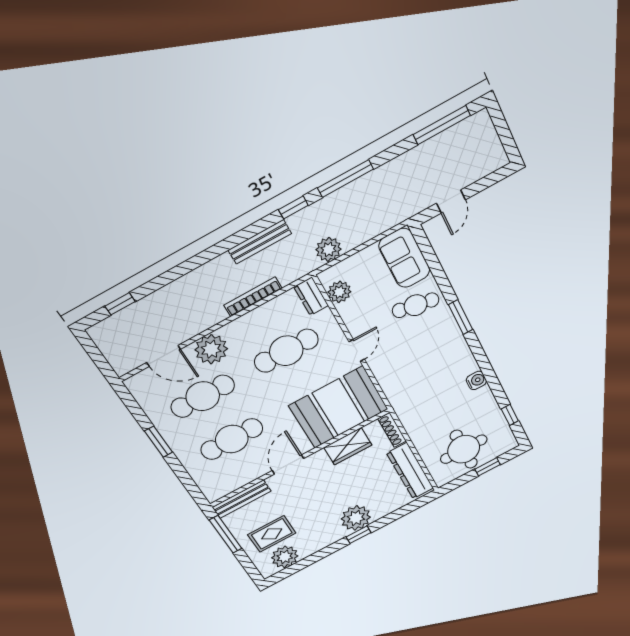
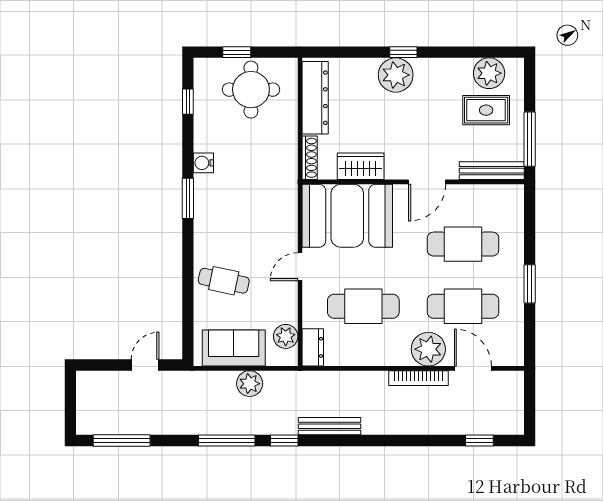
plant: (329, 249) -> (250, 384), moved
sofa: (404, 258) -> (234, 348), moved, turned -90
bookcase: (253, 297) -> (419, 378), moved
window: (461, 317) -> (188, 198), moved

